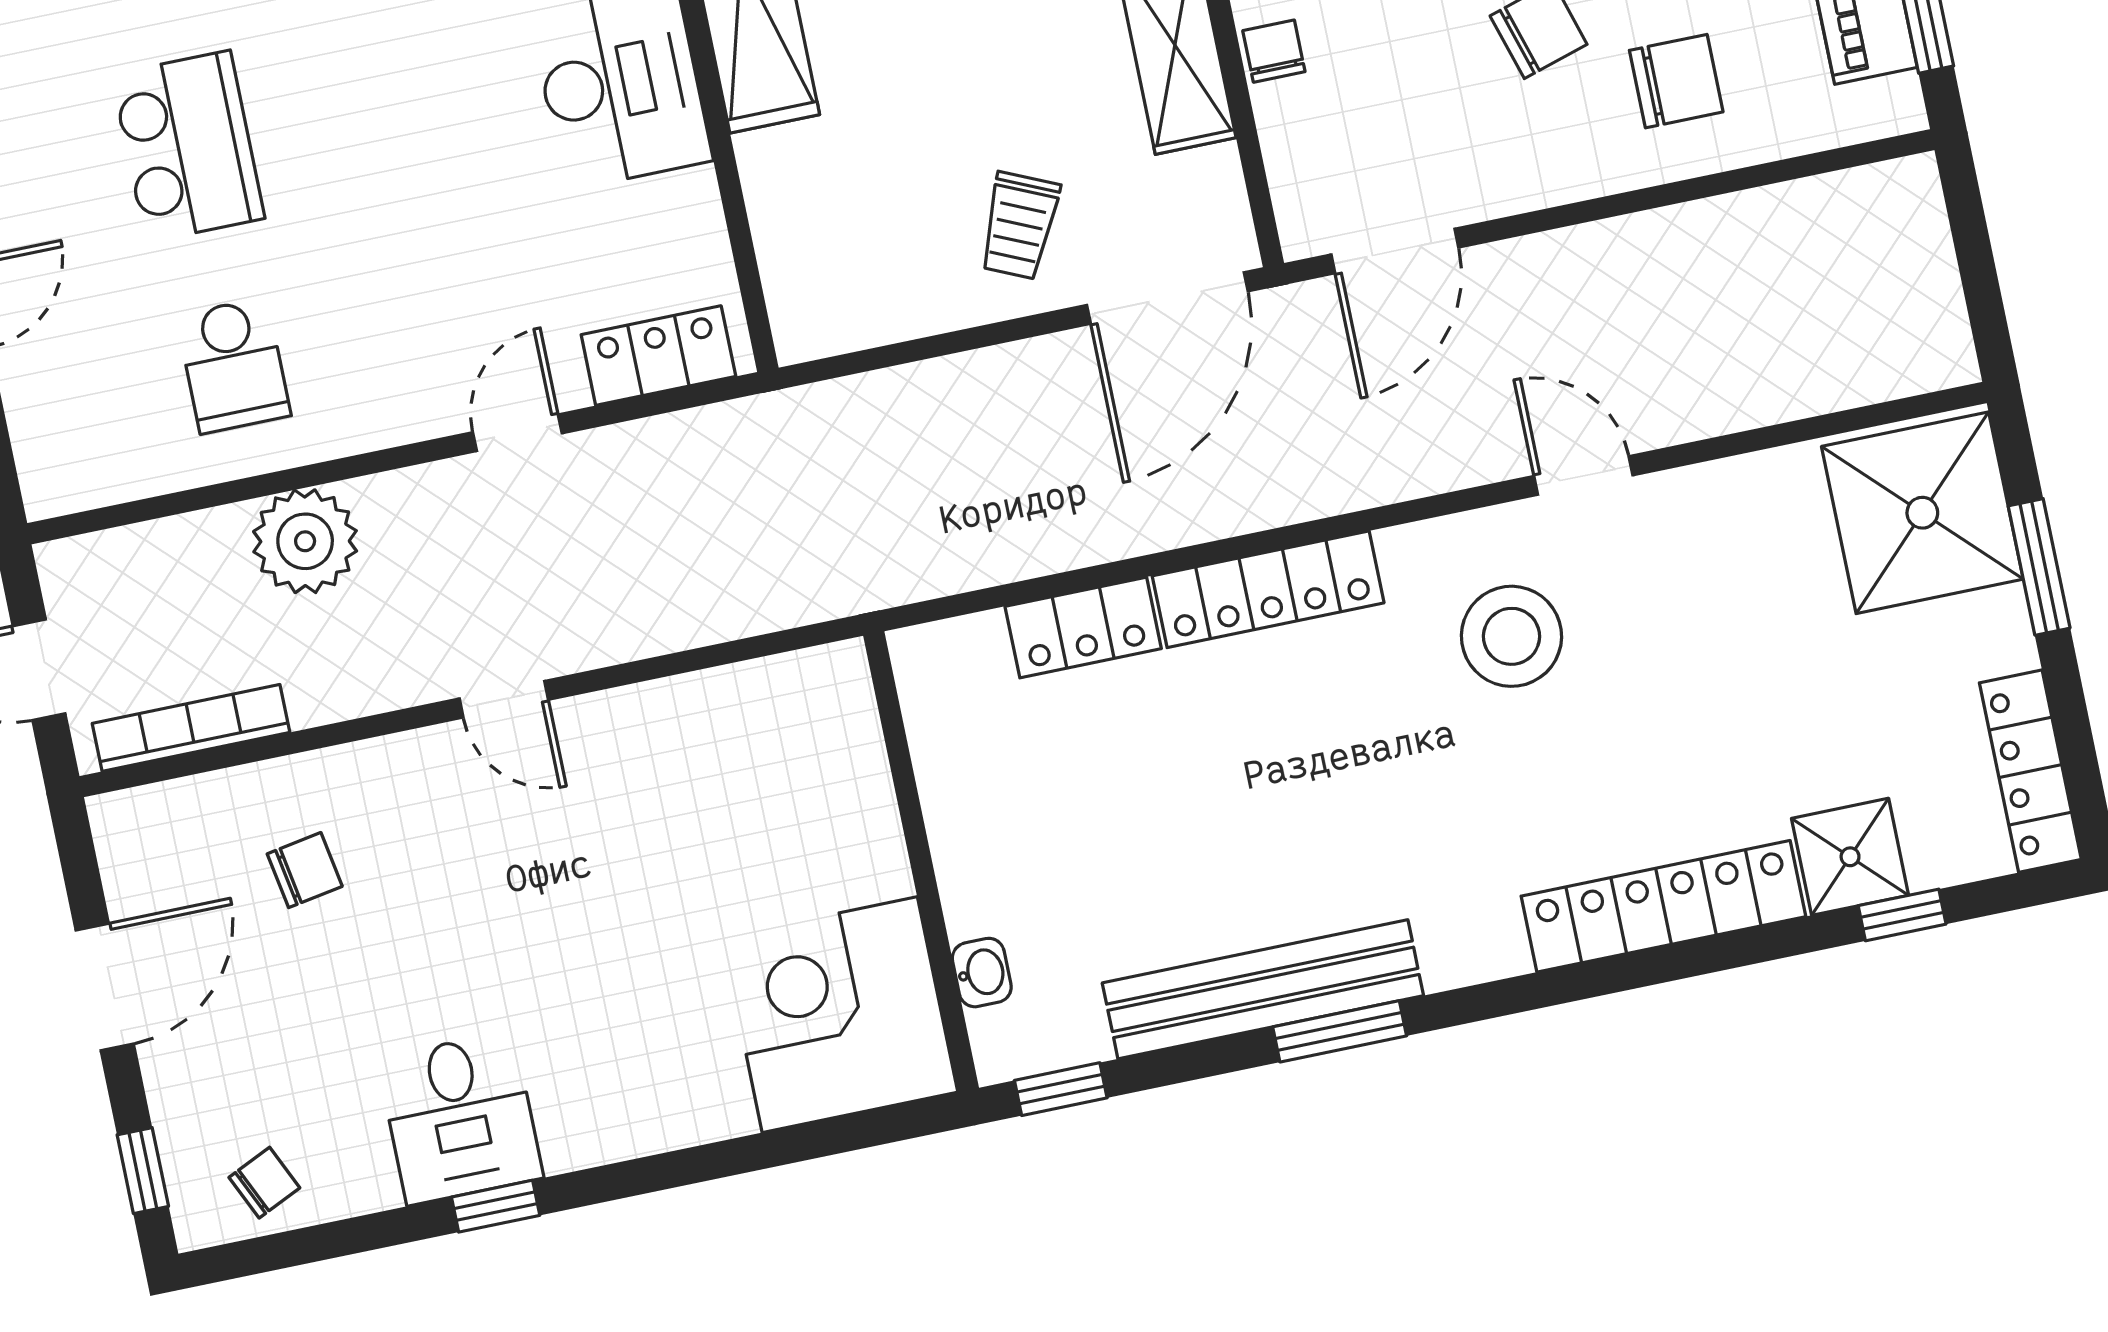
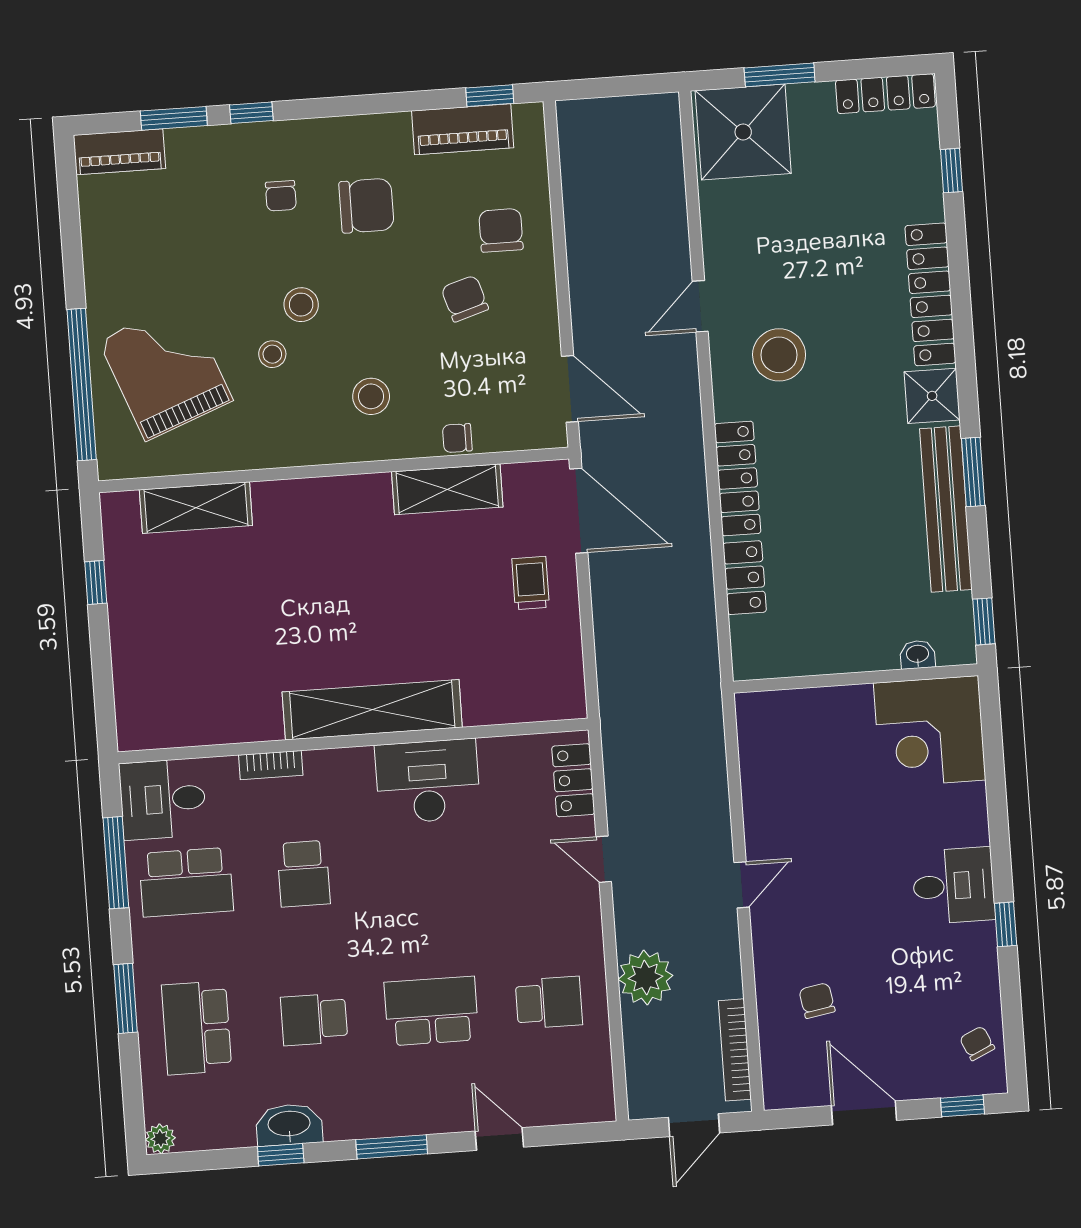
trolley: (1019, 226) -> (531, 583), turned -114
shower: (1850, 857) -> (932, 396), moved
desk: (460, 1118) -> (953, 886), moved

